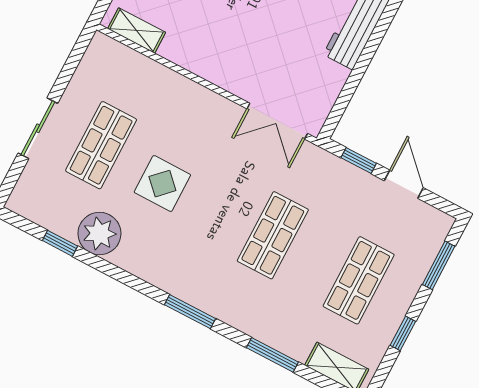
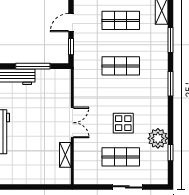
shelving: (137, 31) -> (65, 155), moved
window: (359, 69) -> (33, 66), added
double door: (277, 121) -> (72, 123), moved

